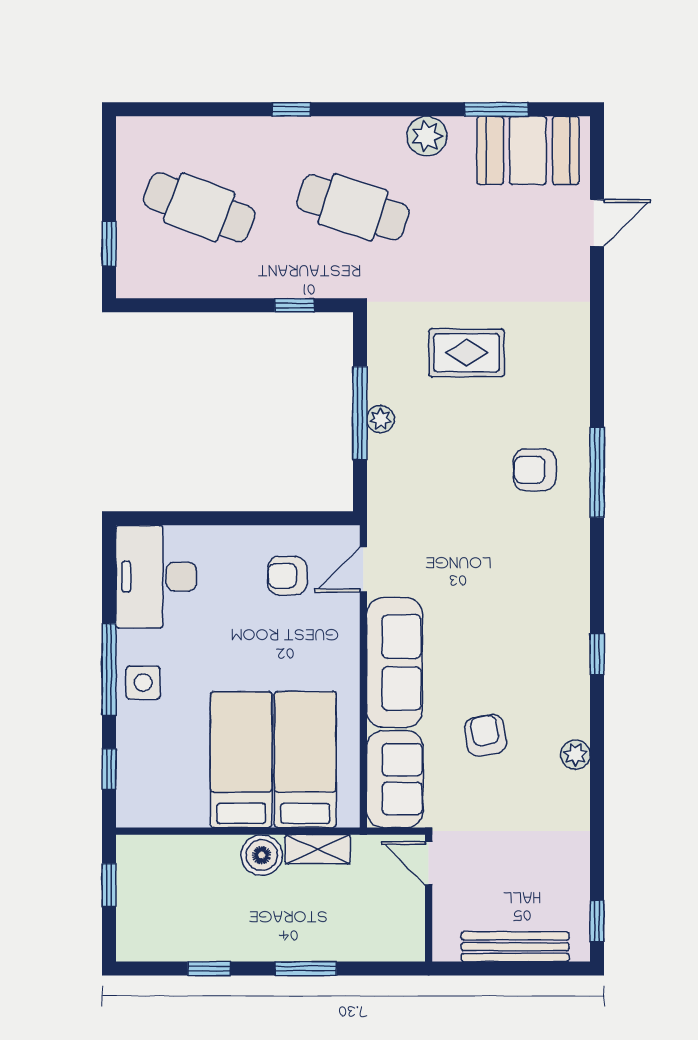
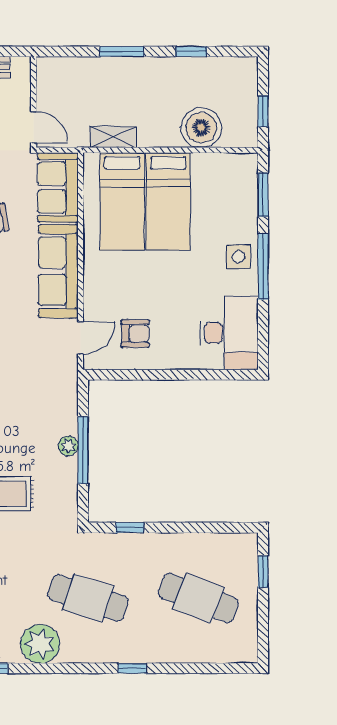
plant: (427, 136) -> (40, 644), width x1.36, depth x1.36
window: (109, 769) -> (263, 195), width x1.50
boiler: (262, 855) -> (201, 128), moved, width x1.37, depth x1.37

